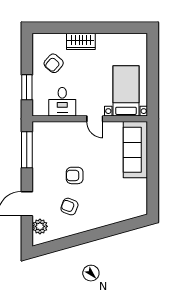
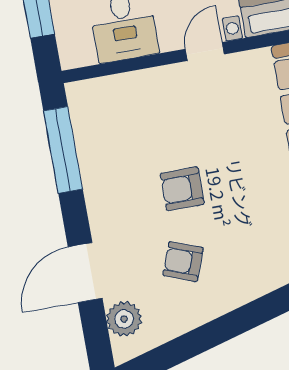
door: (95, 119) -> (205, 52), swing flipped

